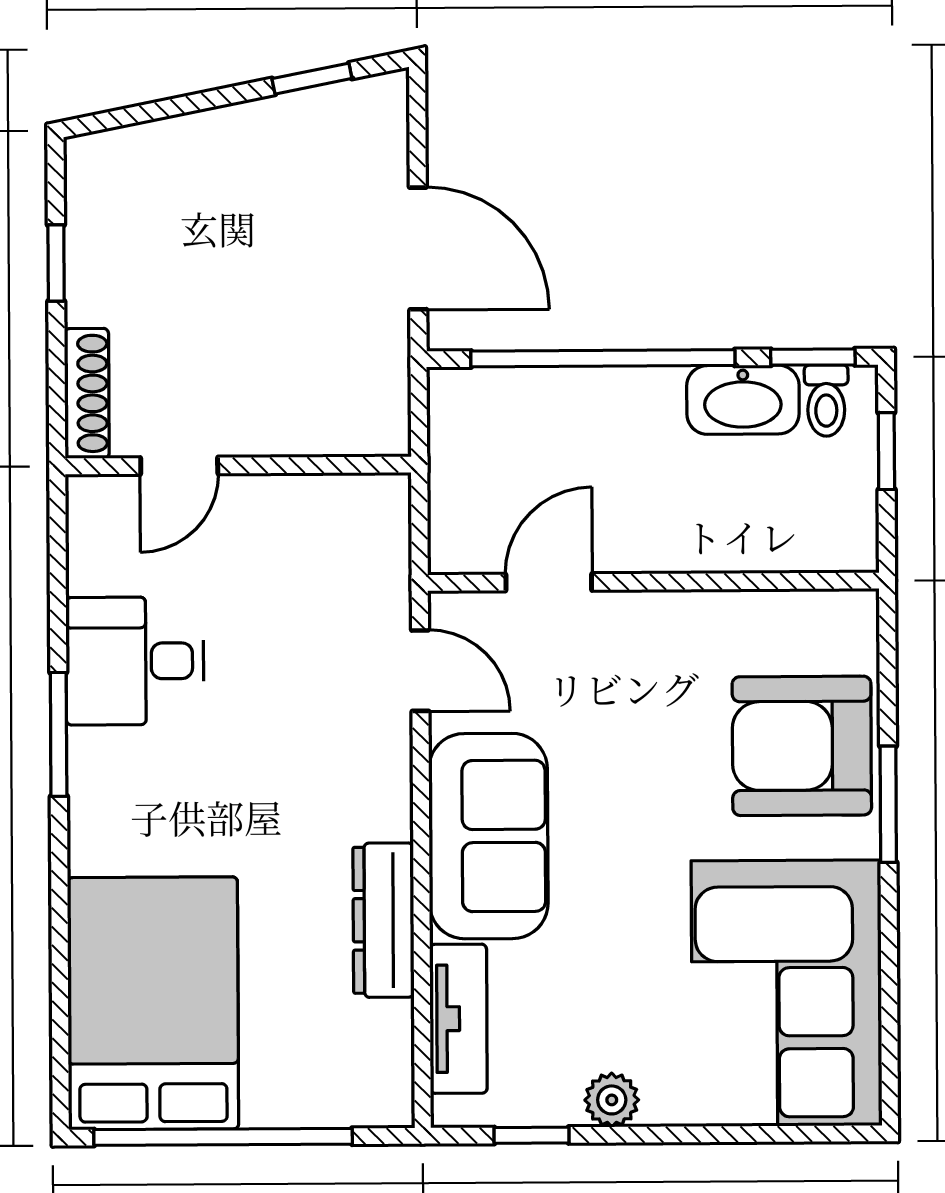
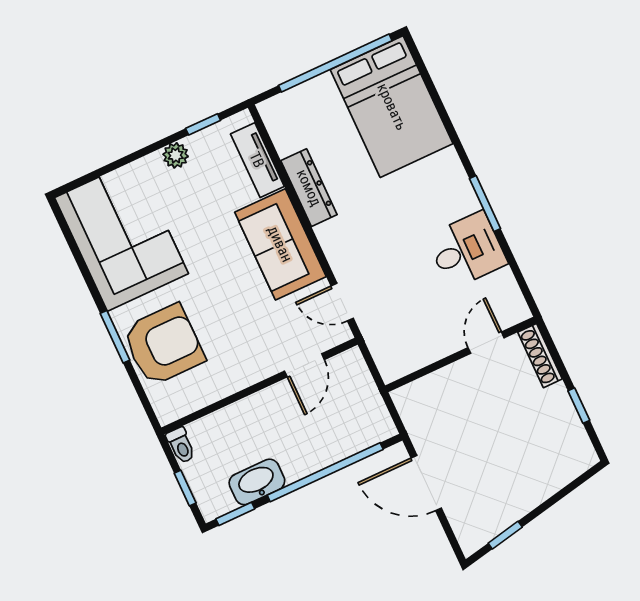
toilet: (826, 401) -> (181, 445), moved, turned 180

